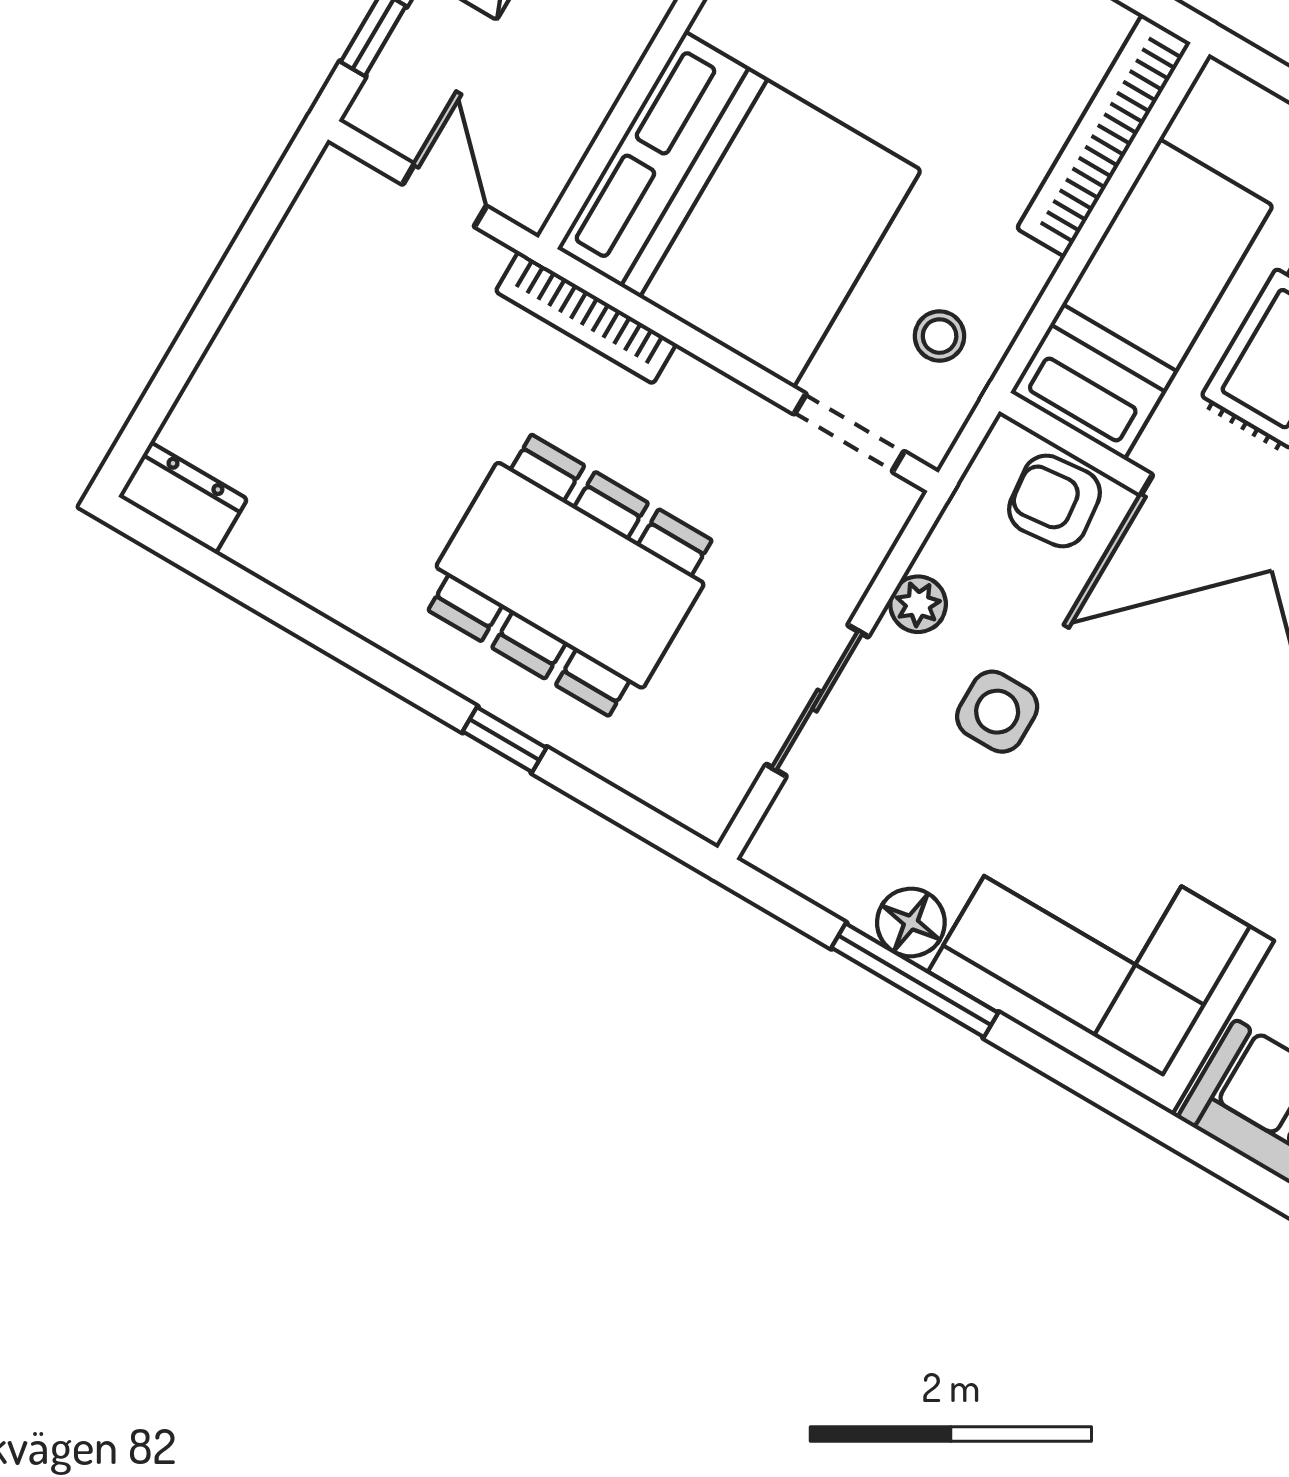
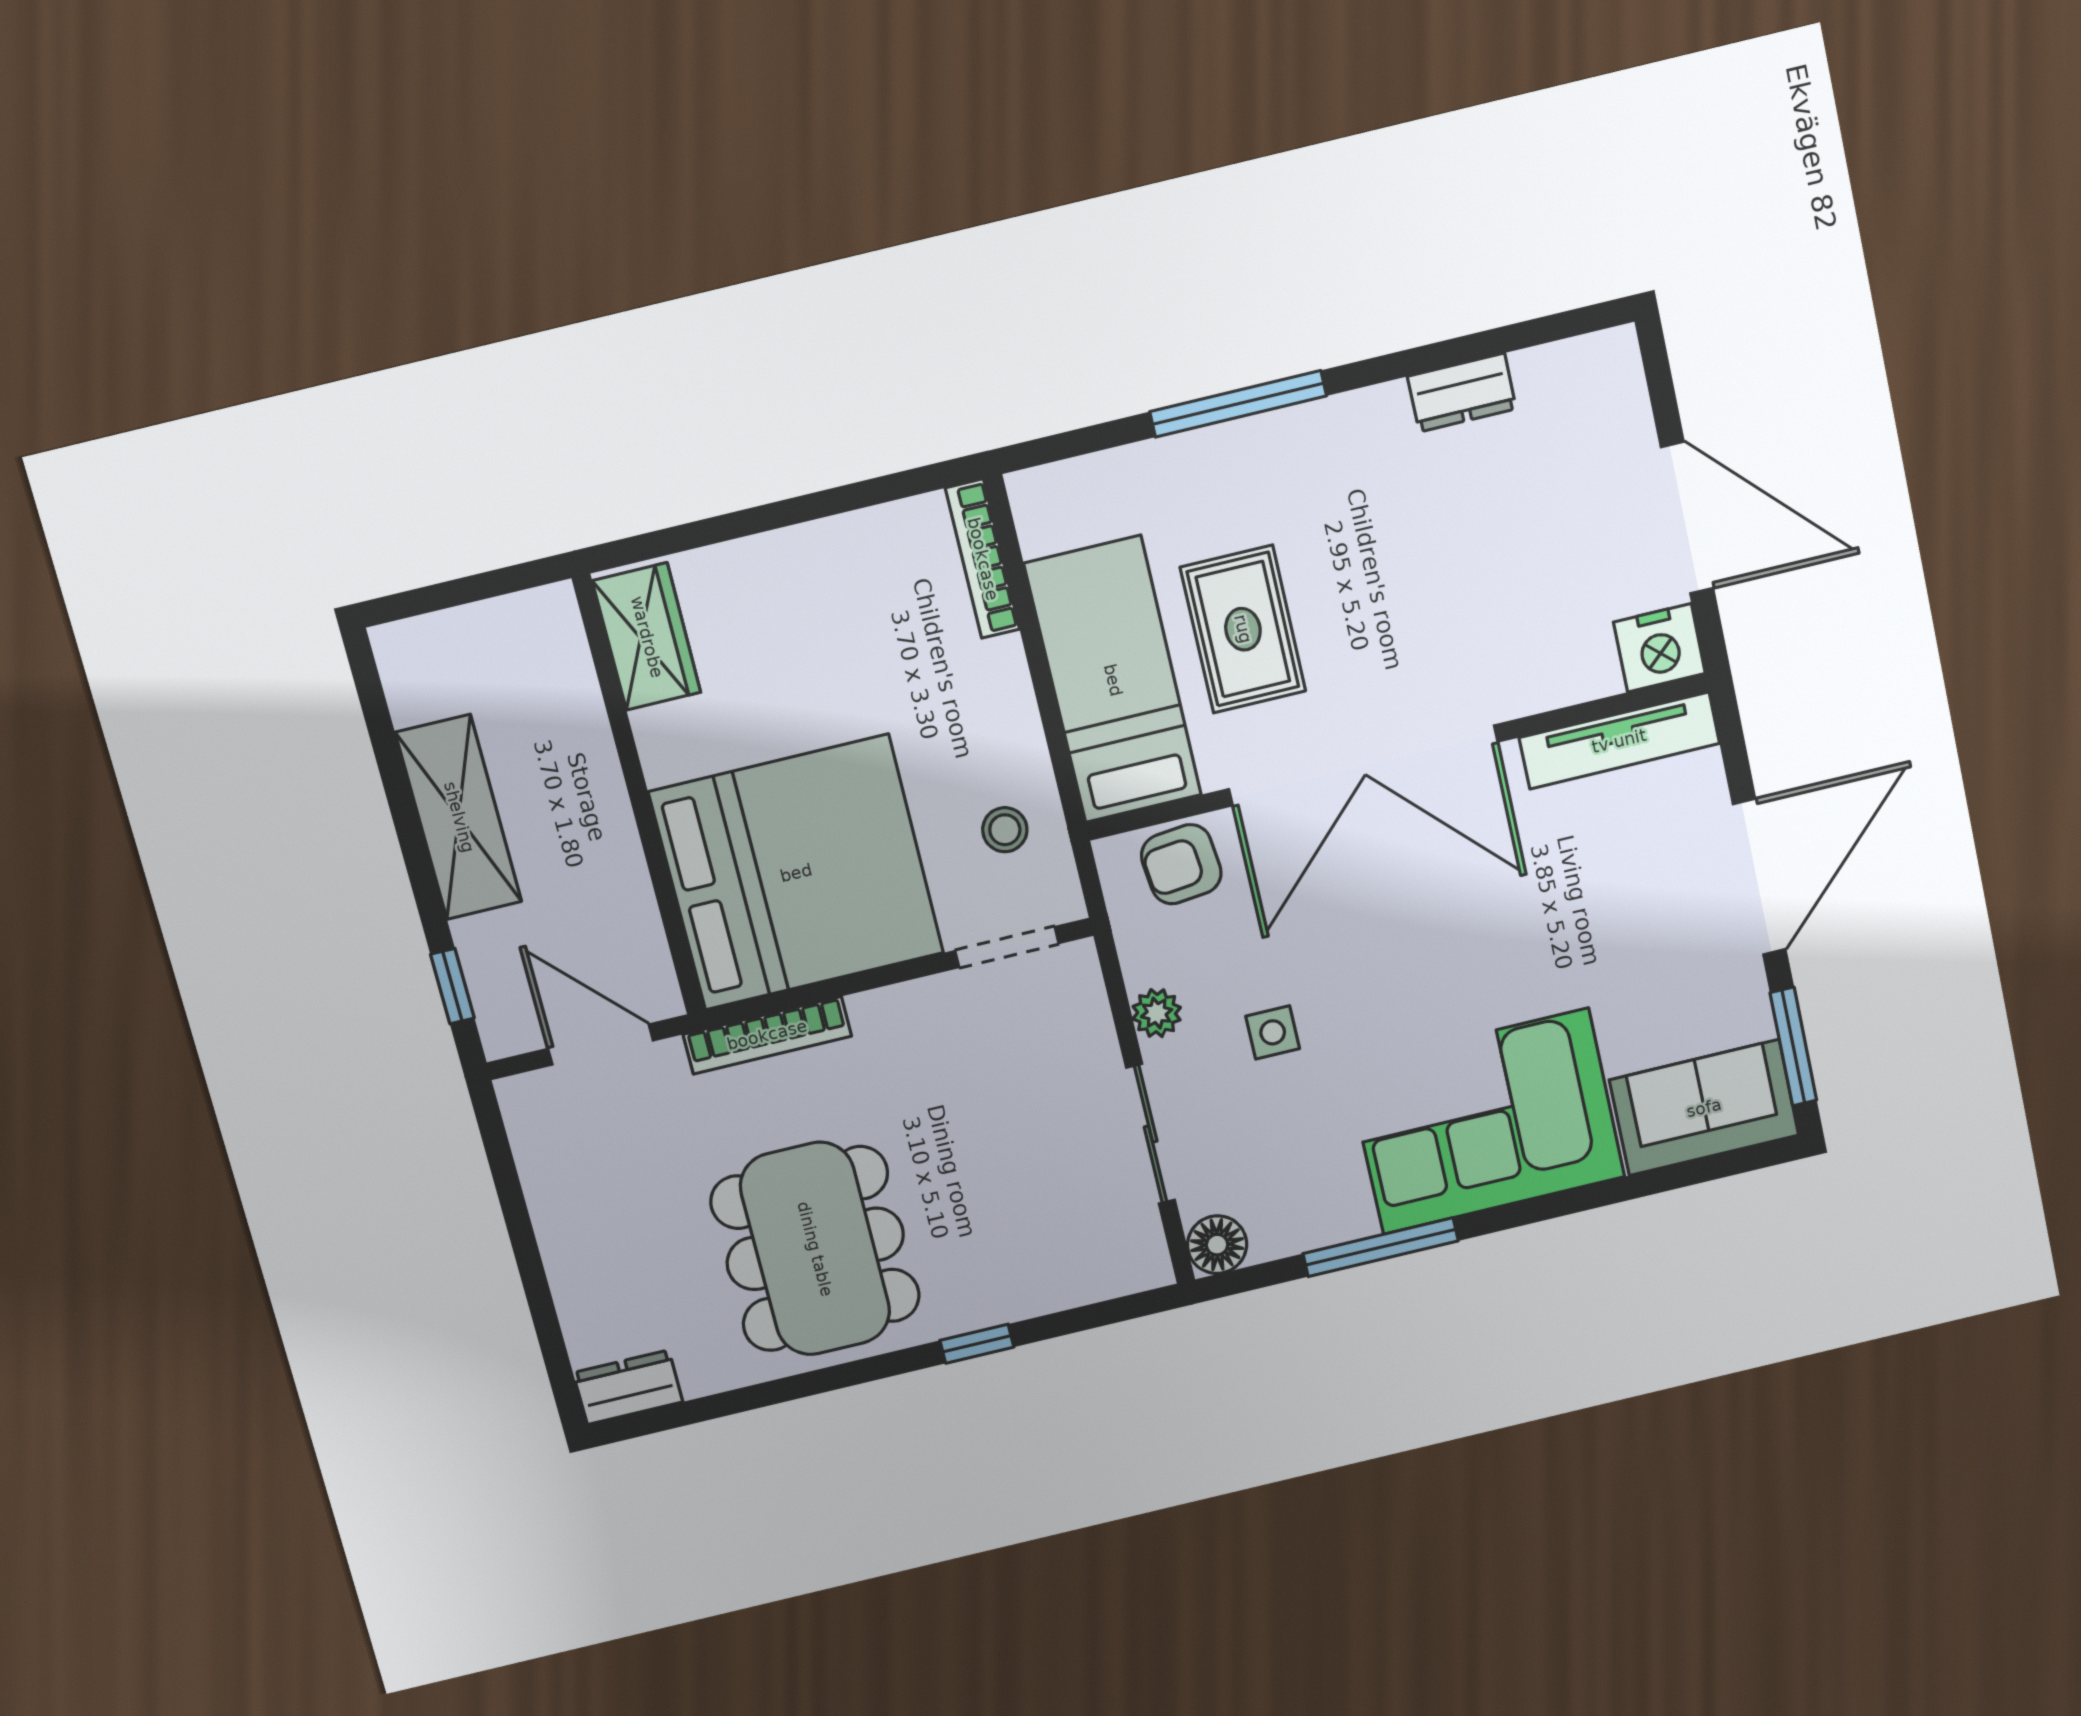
bookcase: (1104, 136) -> (983, 559), width x0.68, depth x0.76
door: (444, 195) -> (601, 1045), width x1.38
dining table: (570, 575) -> (815, 1249), moved, turned 90
side table: (997, 712) -> (1273, 1032), width x0.73, depth x0.73
floor lamp: (911, 922) -> (1217, 1245), moved

